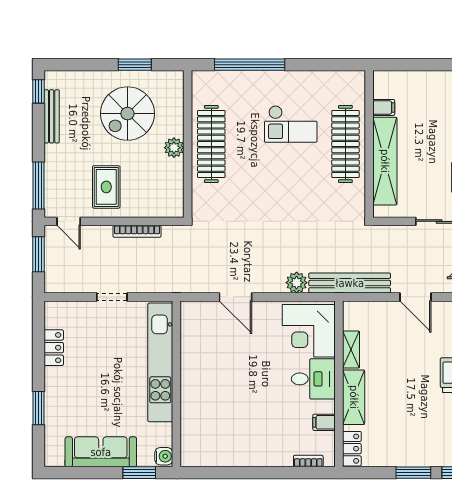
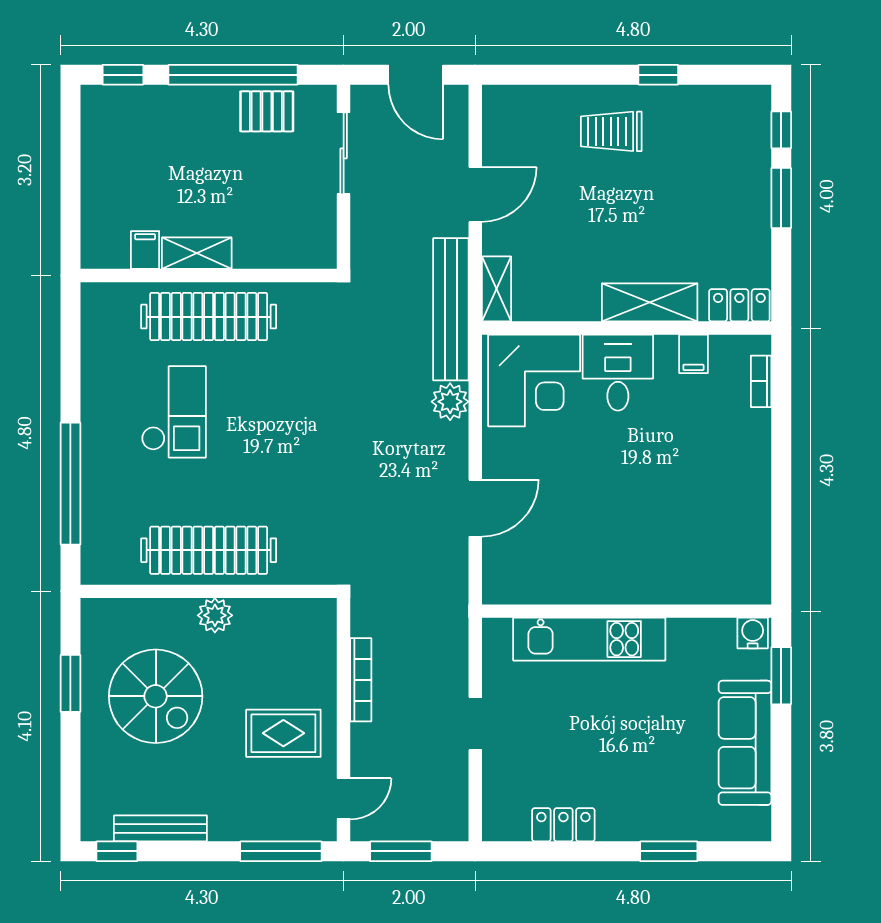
shelving: (385, 161) -> (197, 253), width x0.45, depth x0.75
shelving: (351, 350) -> (496, 289), moved, turned 90
kitchen unit: (160, 362) -> (589, 639), width x0.73

